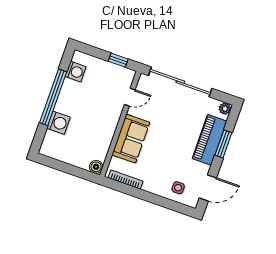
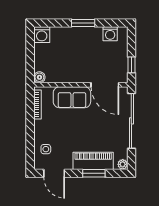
window: (53, 97) -> (83, 23), width x0.47
door: (130, 97) -> (105, 85), width x1.87
washing machine: (59, 123) -> (42, 35), moved

